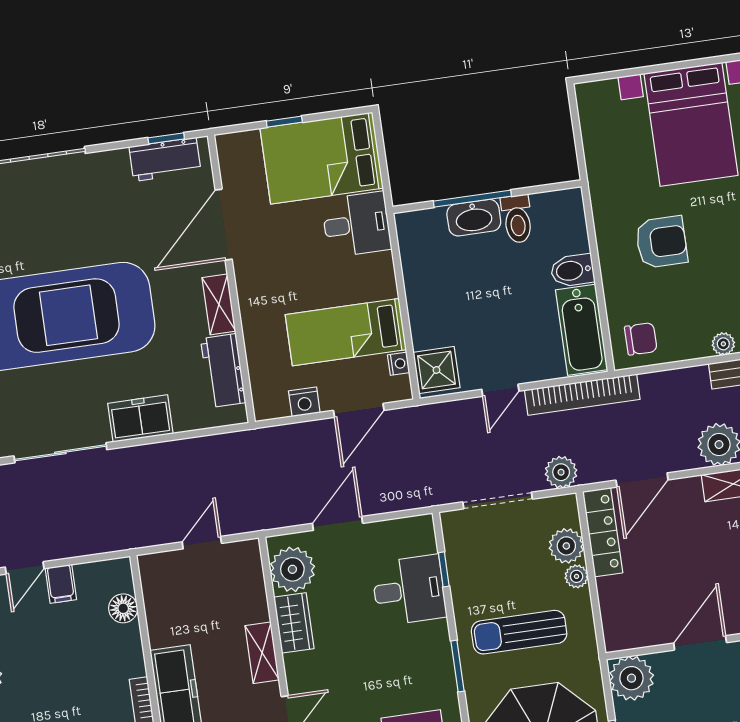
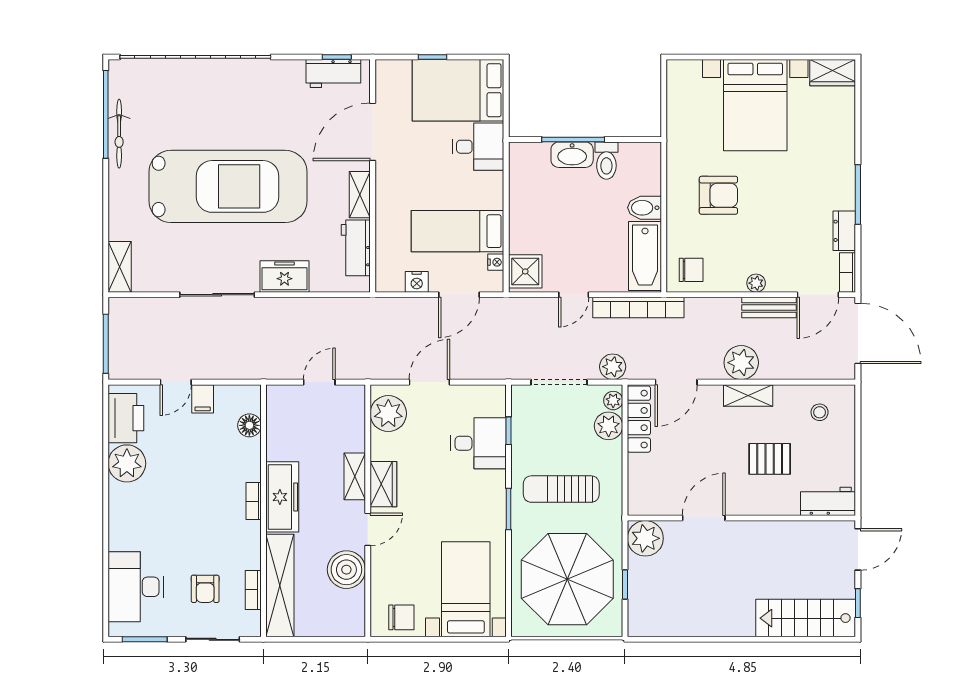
plant: (577, 576) -> (613, 401), moved
wardrobe: (294, 623) -> (383, 484), moved

